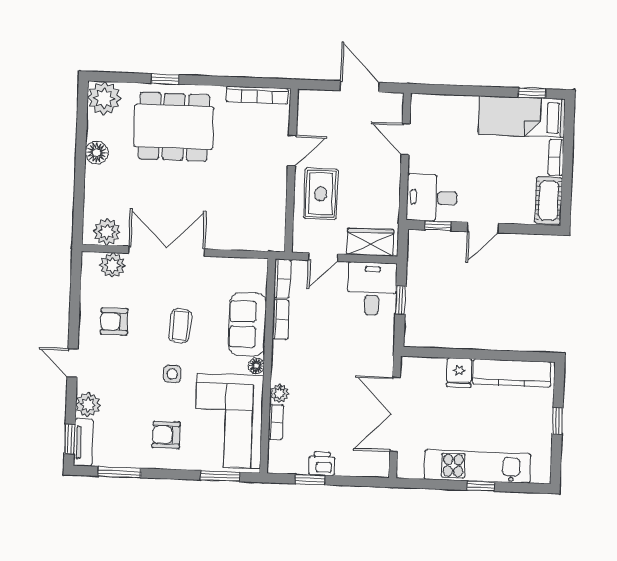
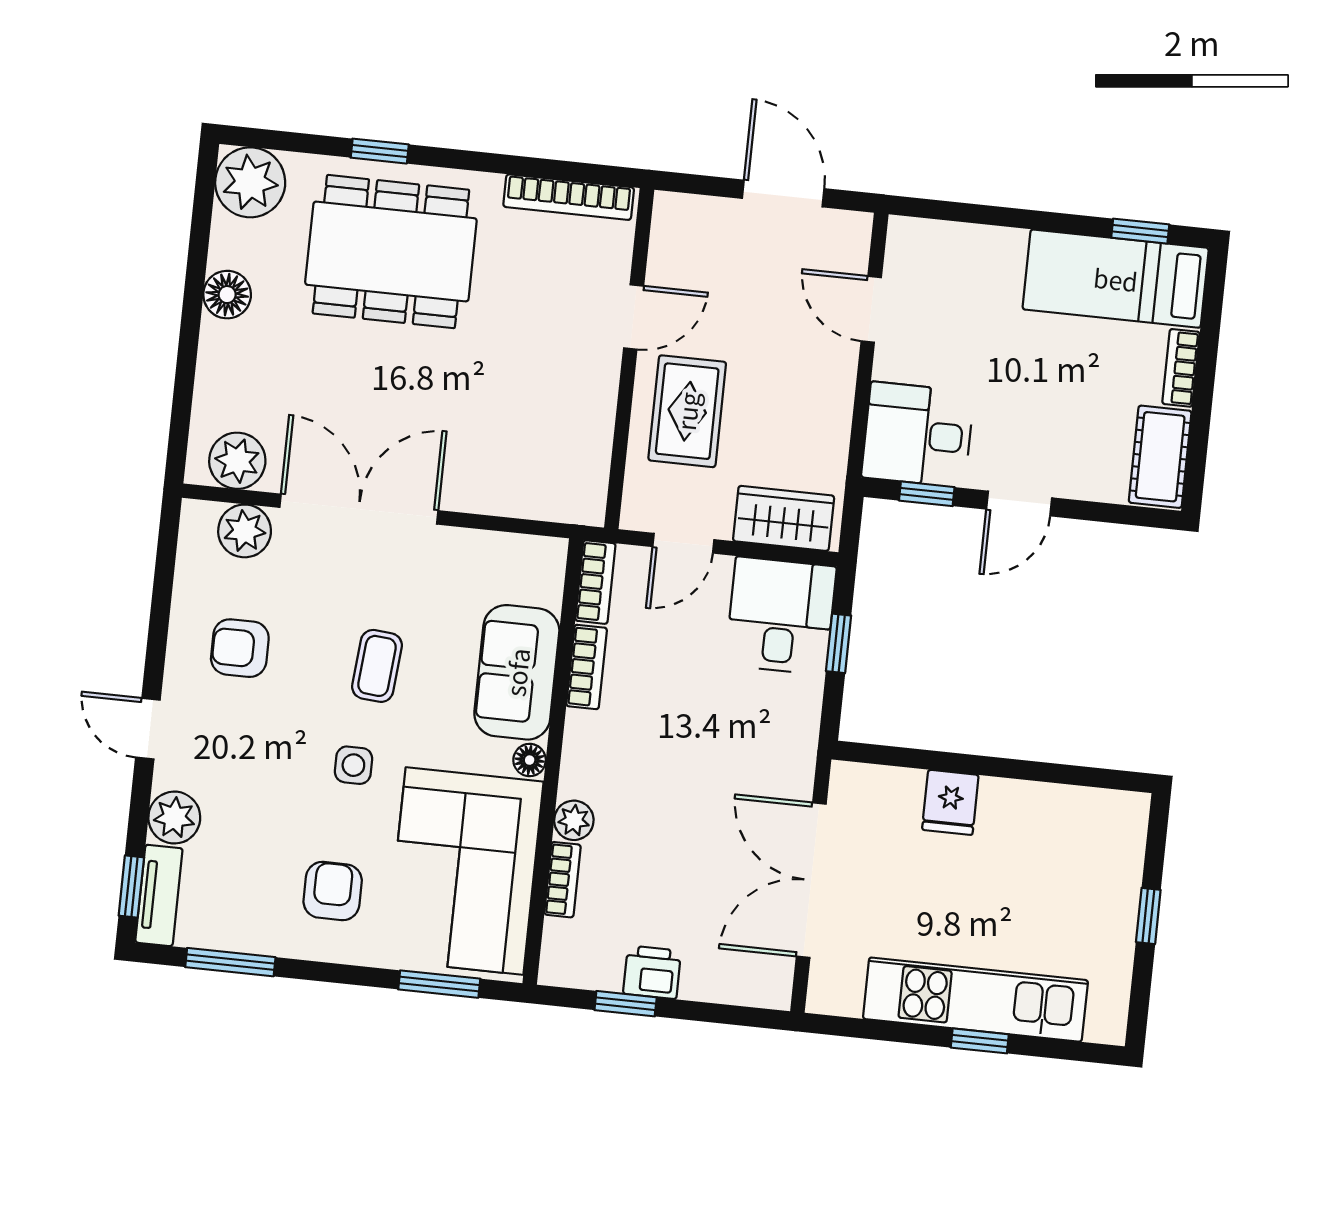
kitchen counter: (512, 373) -> (1060, 810), removed
armchair: (166, 435) -> (333, 891), turned 90

